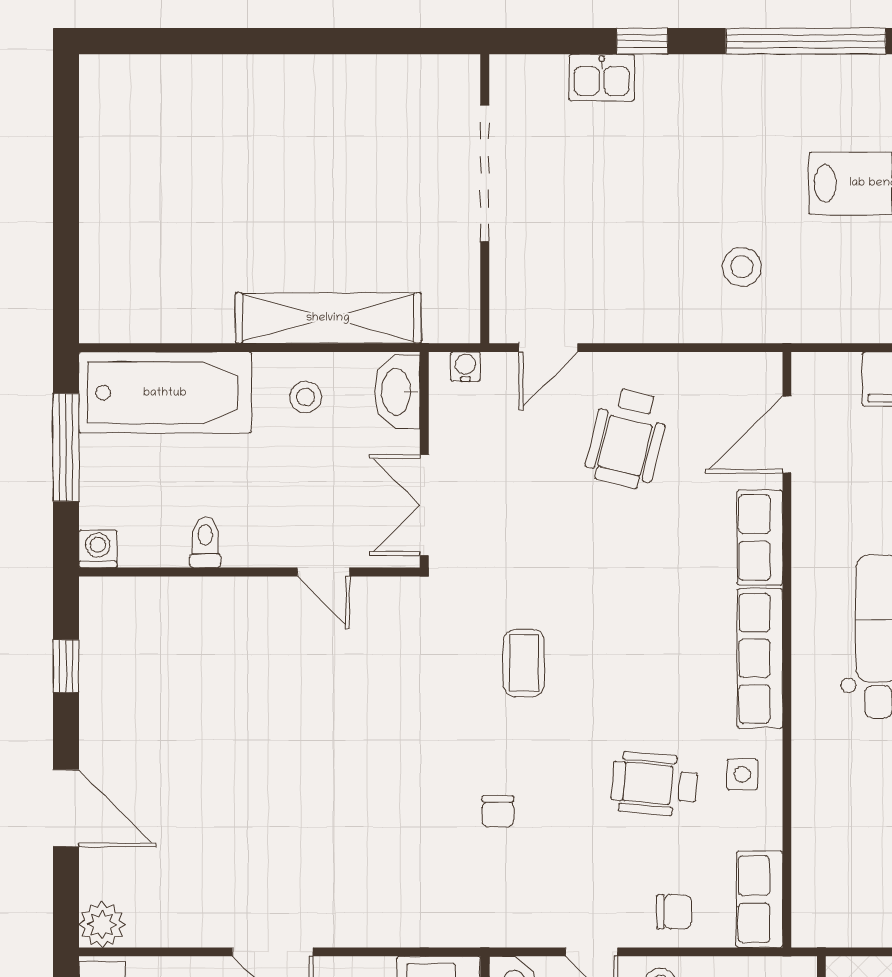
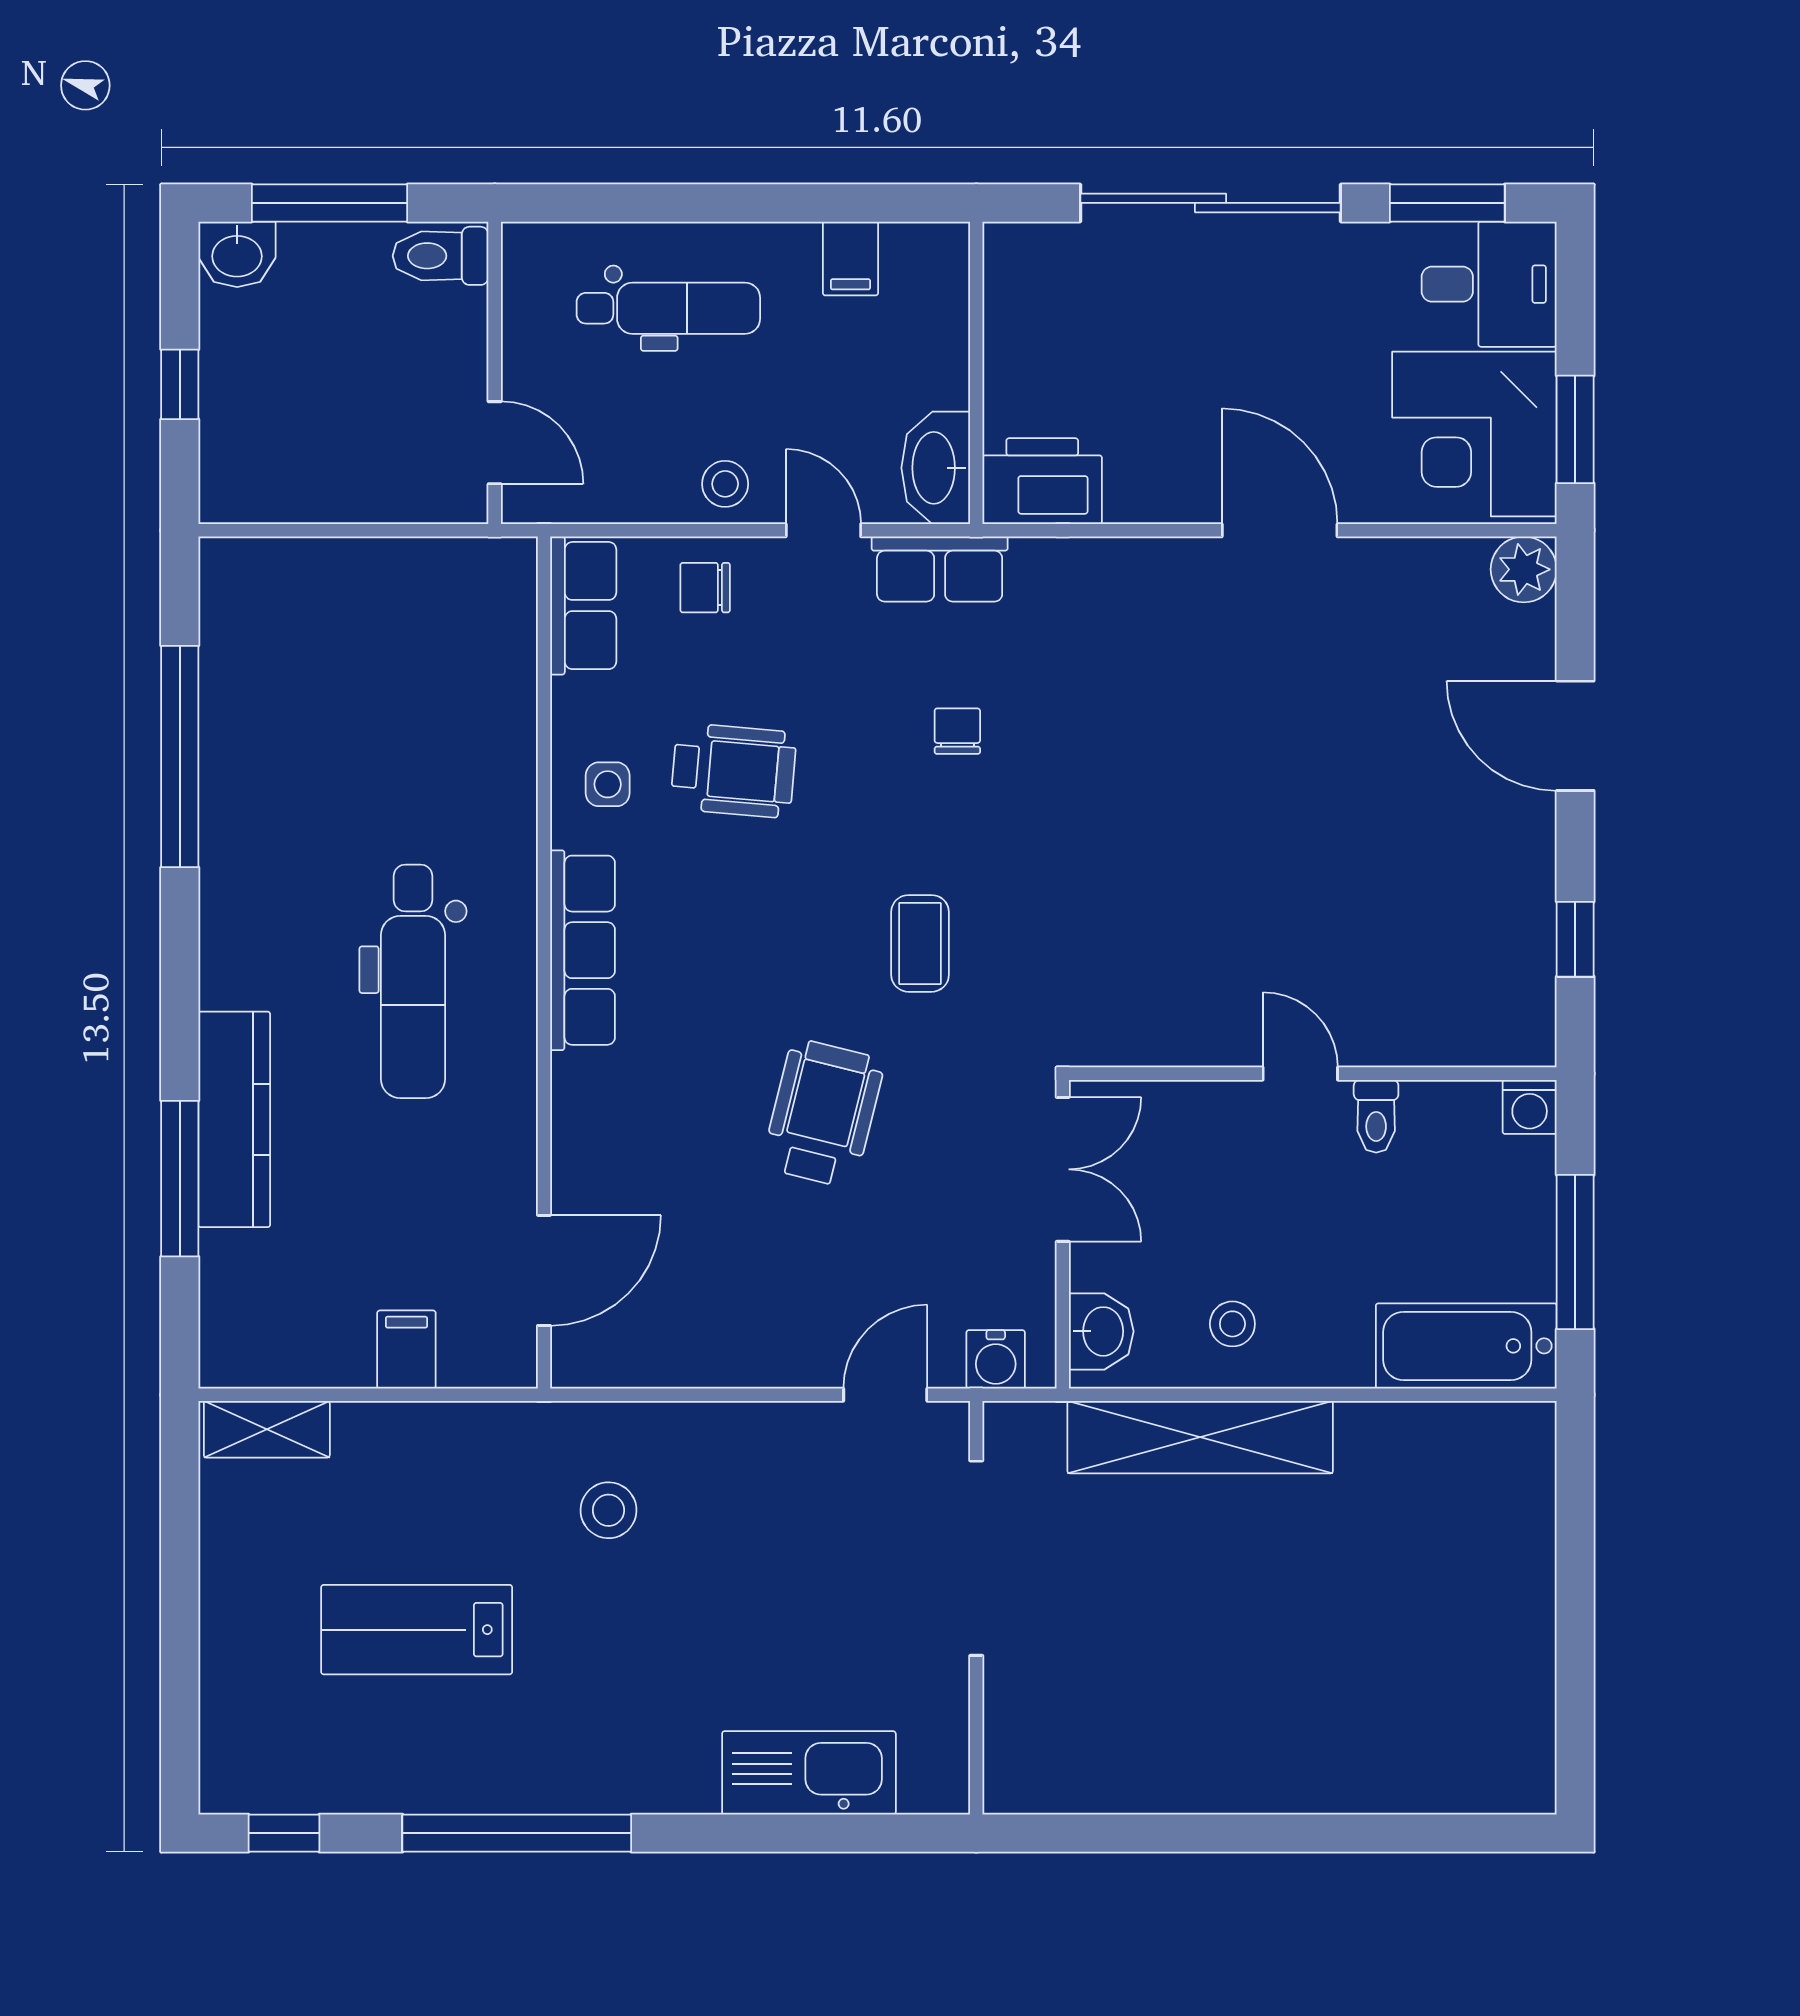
window: (642, 41) -> (751, 1833), removed
kitchen sink: (602, 78) -> (809, 1773), width x1.88, depth x1.24
doorway: (485, 173) -> (976, 1558), moved
water cooler: (465, 367) -> (996, 1359), width x1.38, depth x1.38
washbasin: (397, 392) -> (1101, 1331), width x0.72
bathtub: (165, 393) -> (1466, 1346), width x0.73, depth x0.73
wheelchair: (627, 438) -> (823, 1113), moved
row of seats: (760, 537) -> (940, 569), moved, turned 90
door: (323, 572) -> (1300, 1074), moved

